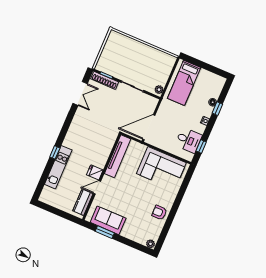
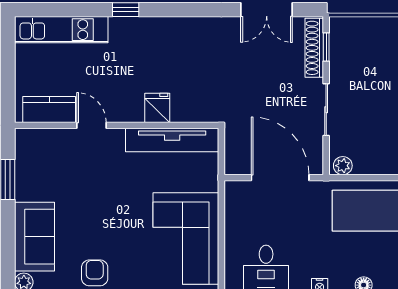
door: (149, 127) -> (280, 178), moved
kitchen unit: (58, 167) -> (61, 30), moved
fridge: (95, 172) -> (157, 108), moved
sofa: (108, 220) -> (35, 237), moved

